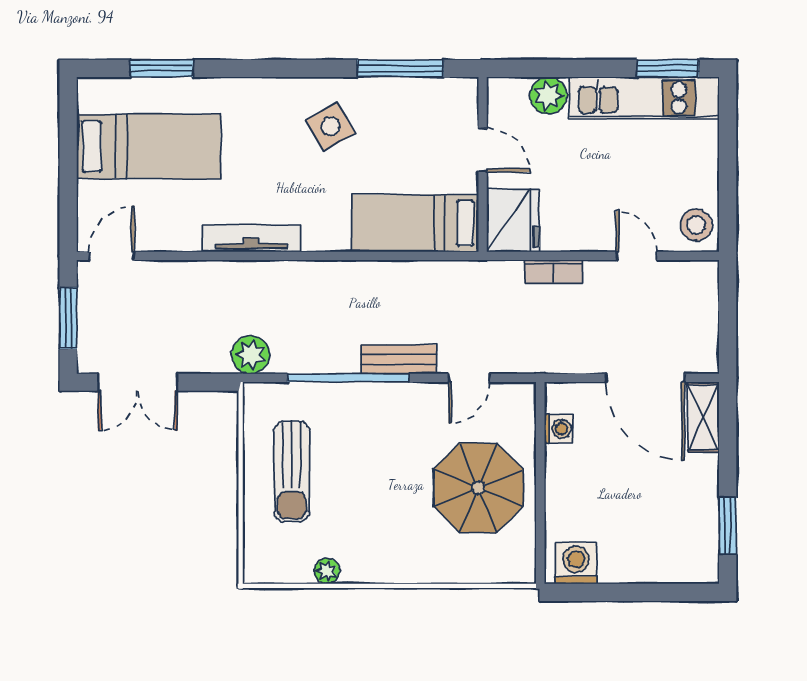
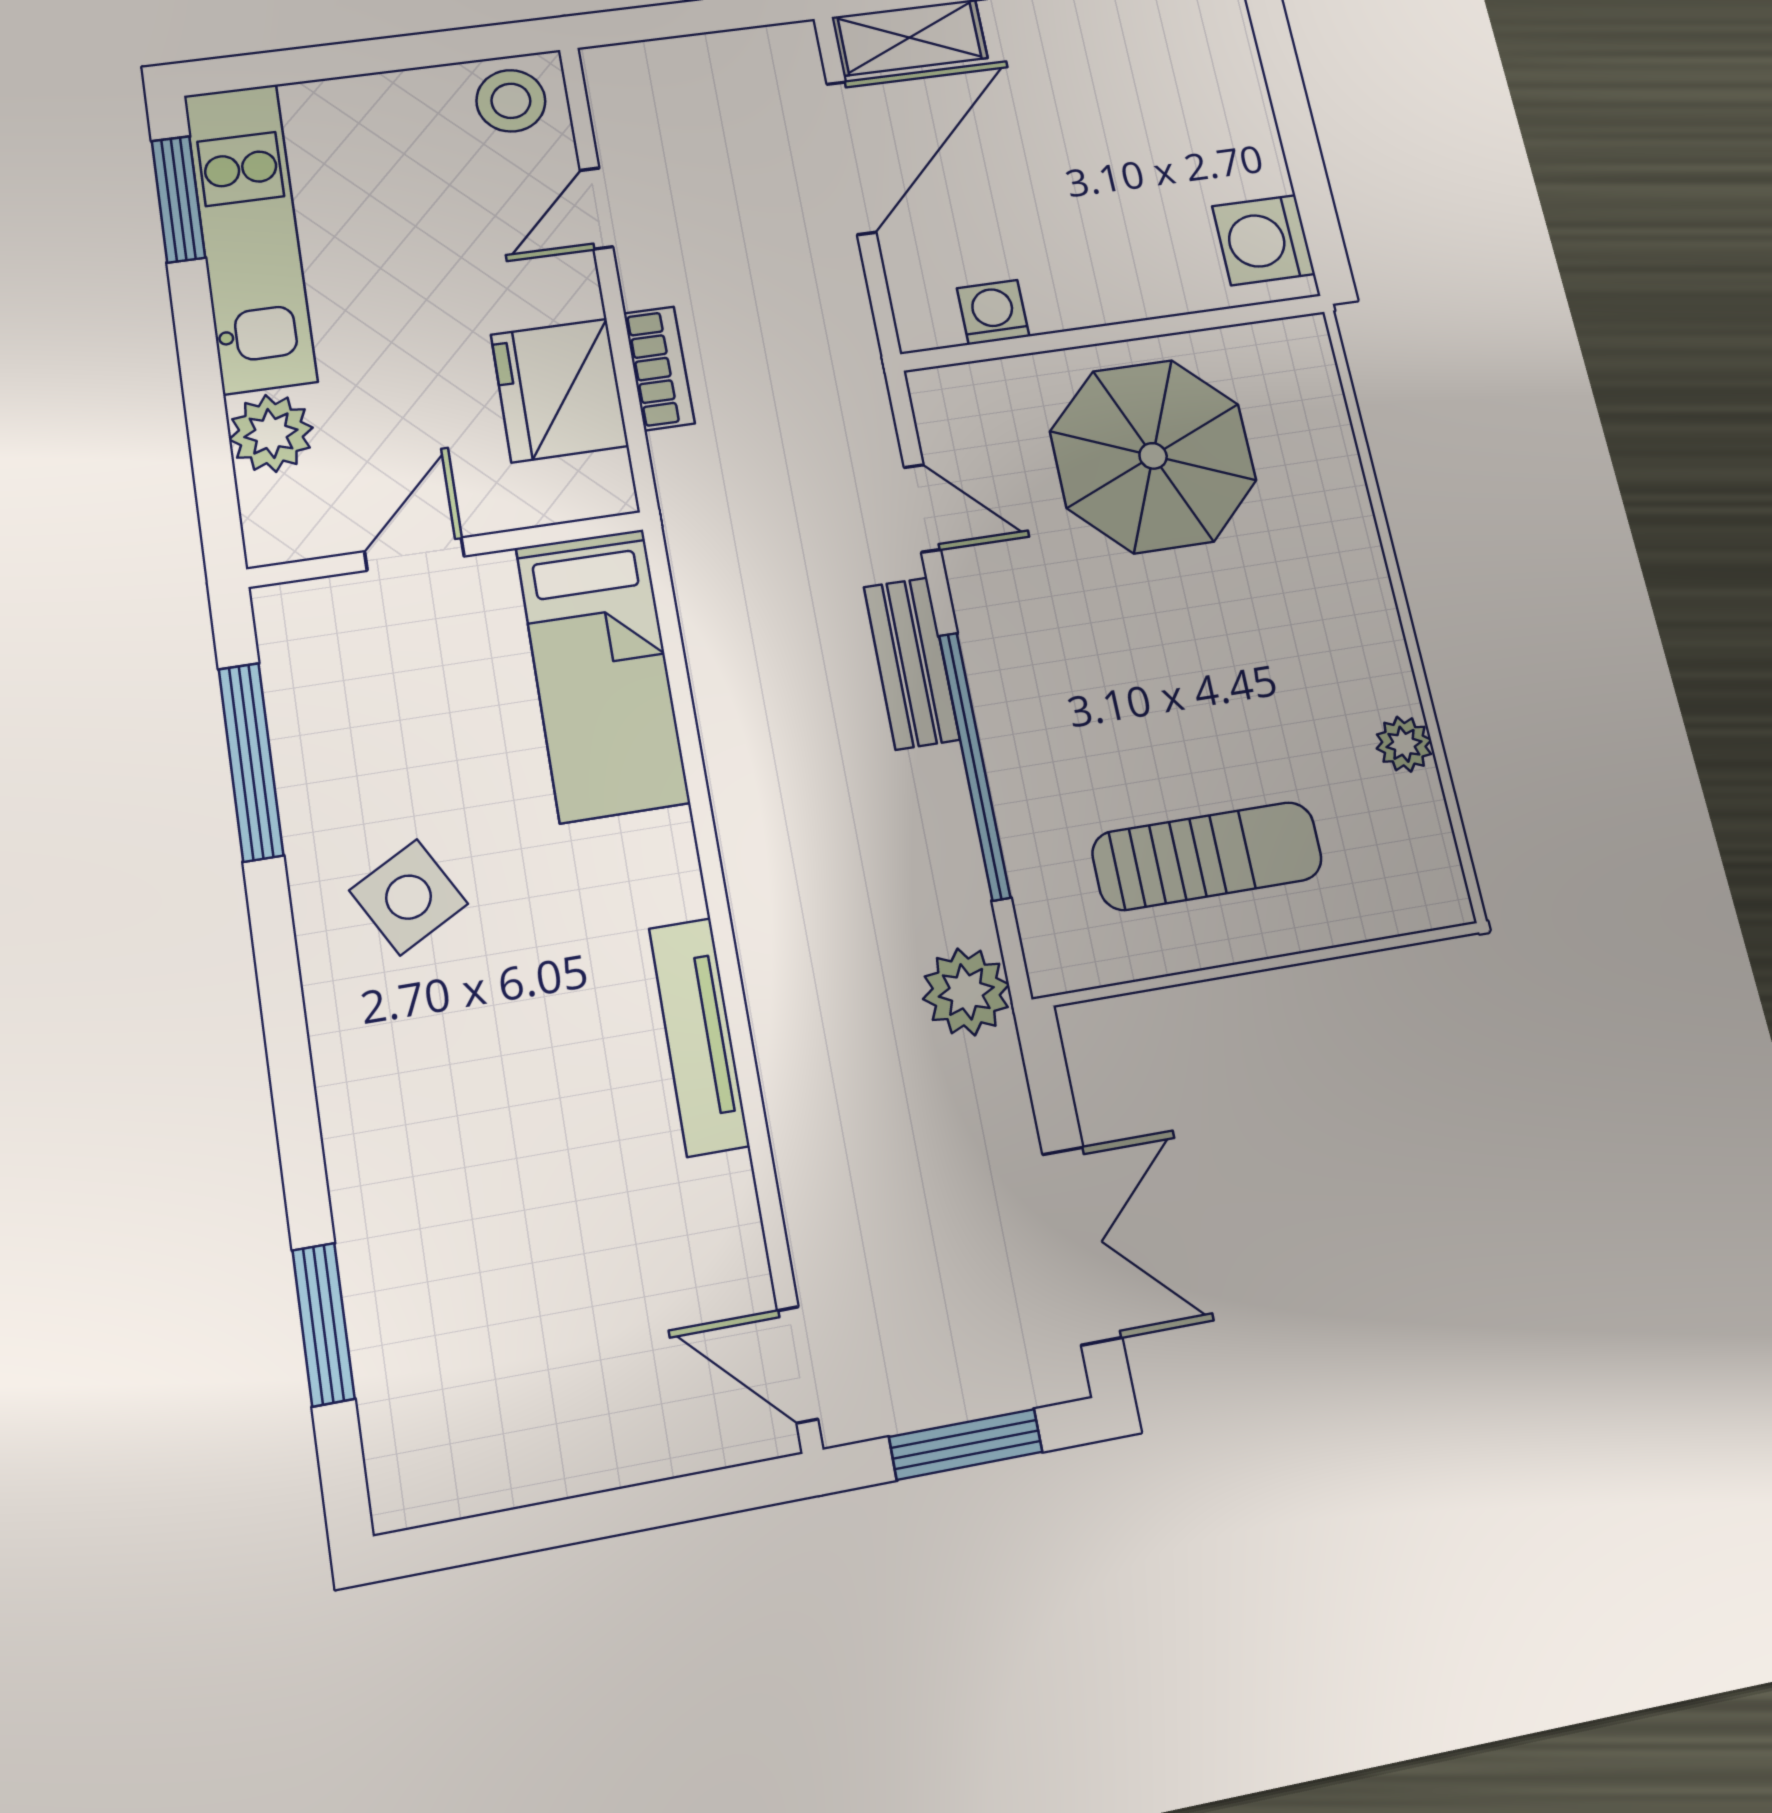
bed: (149, 146) -> (519, 1322), removed
fridge: (513, 220) -> (559, 390), moved, turned -90

